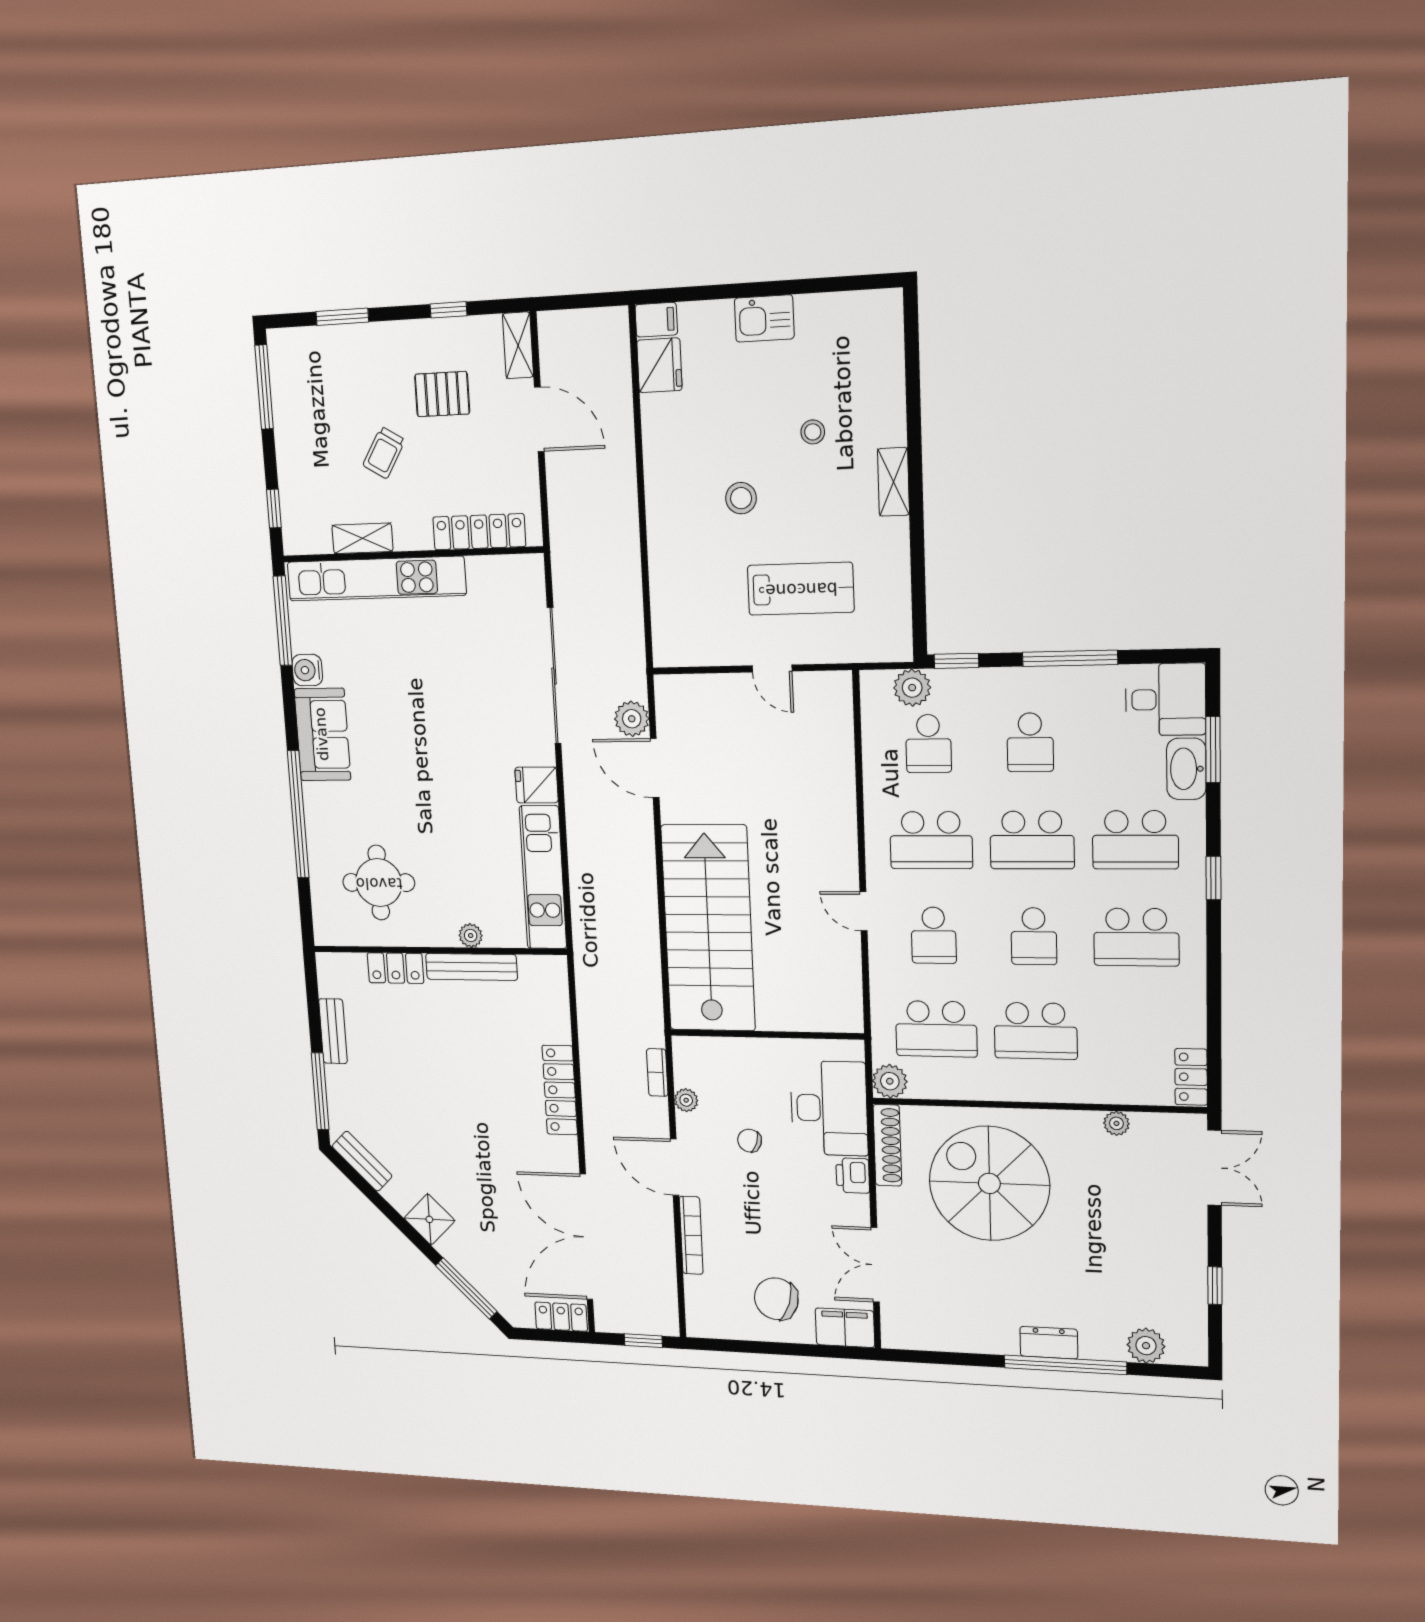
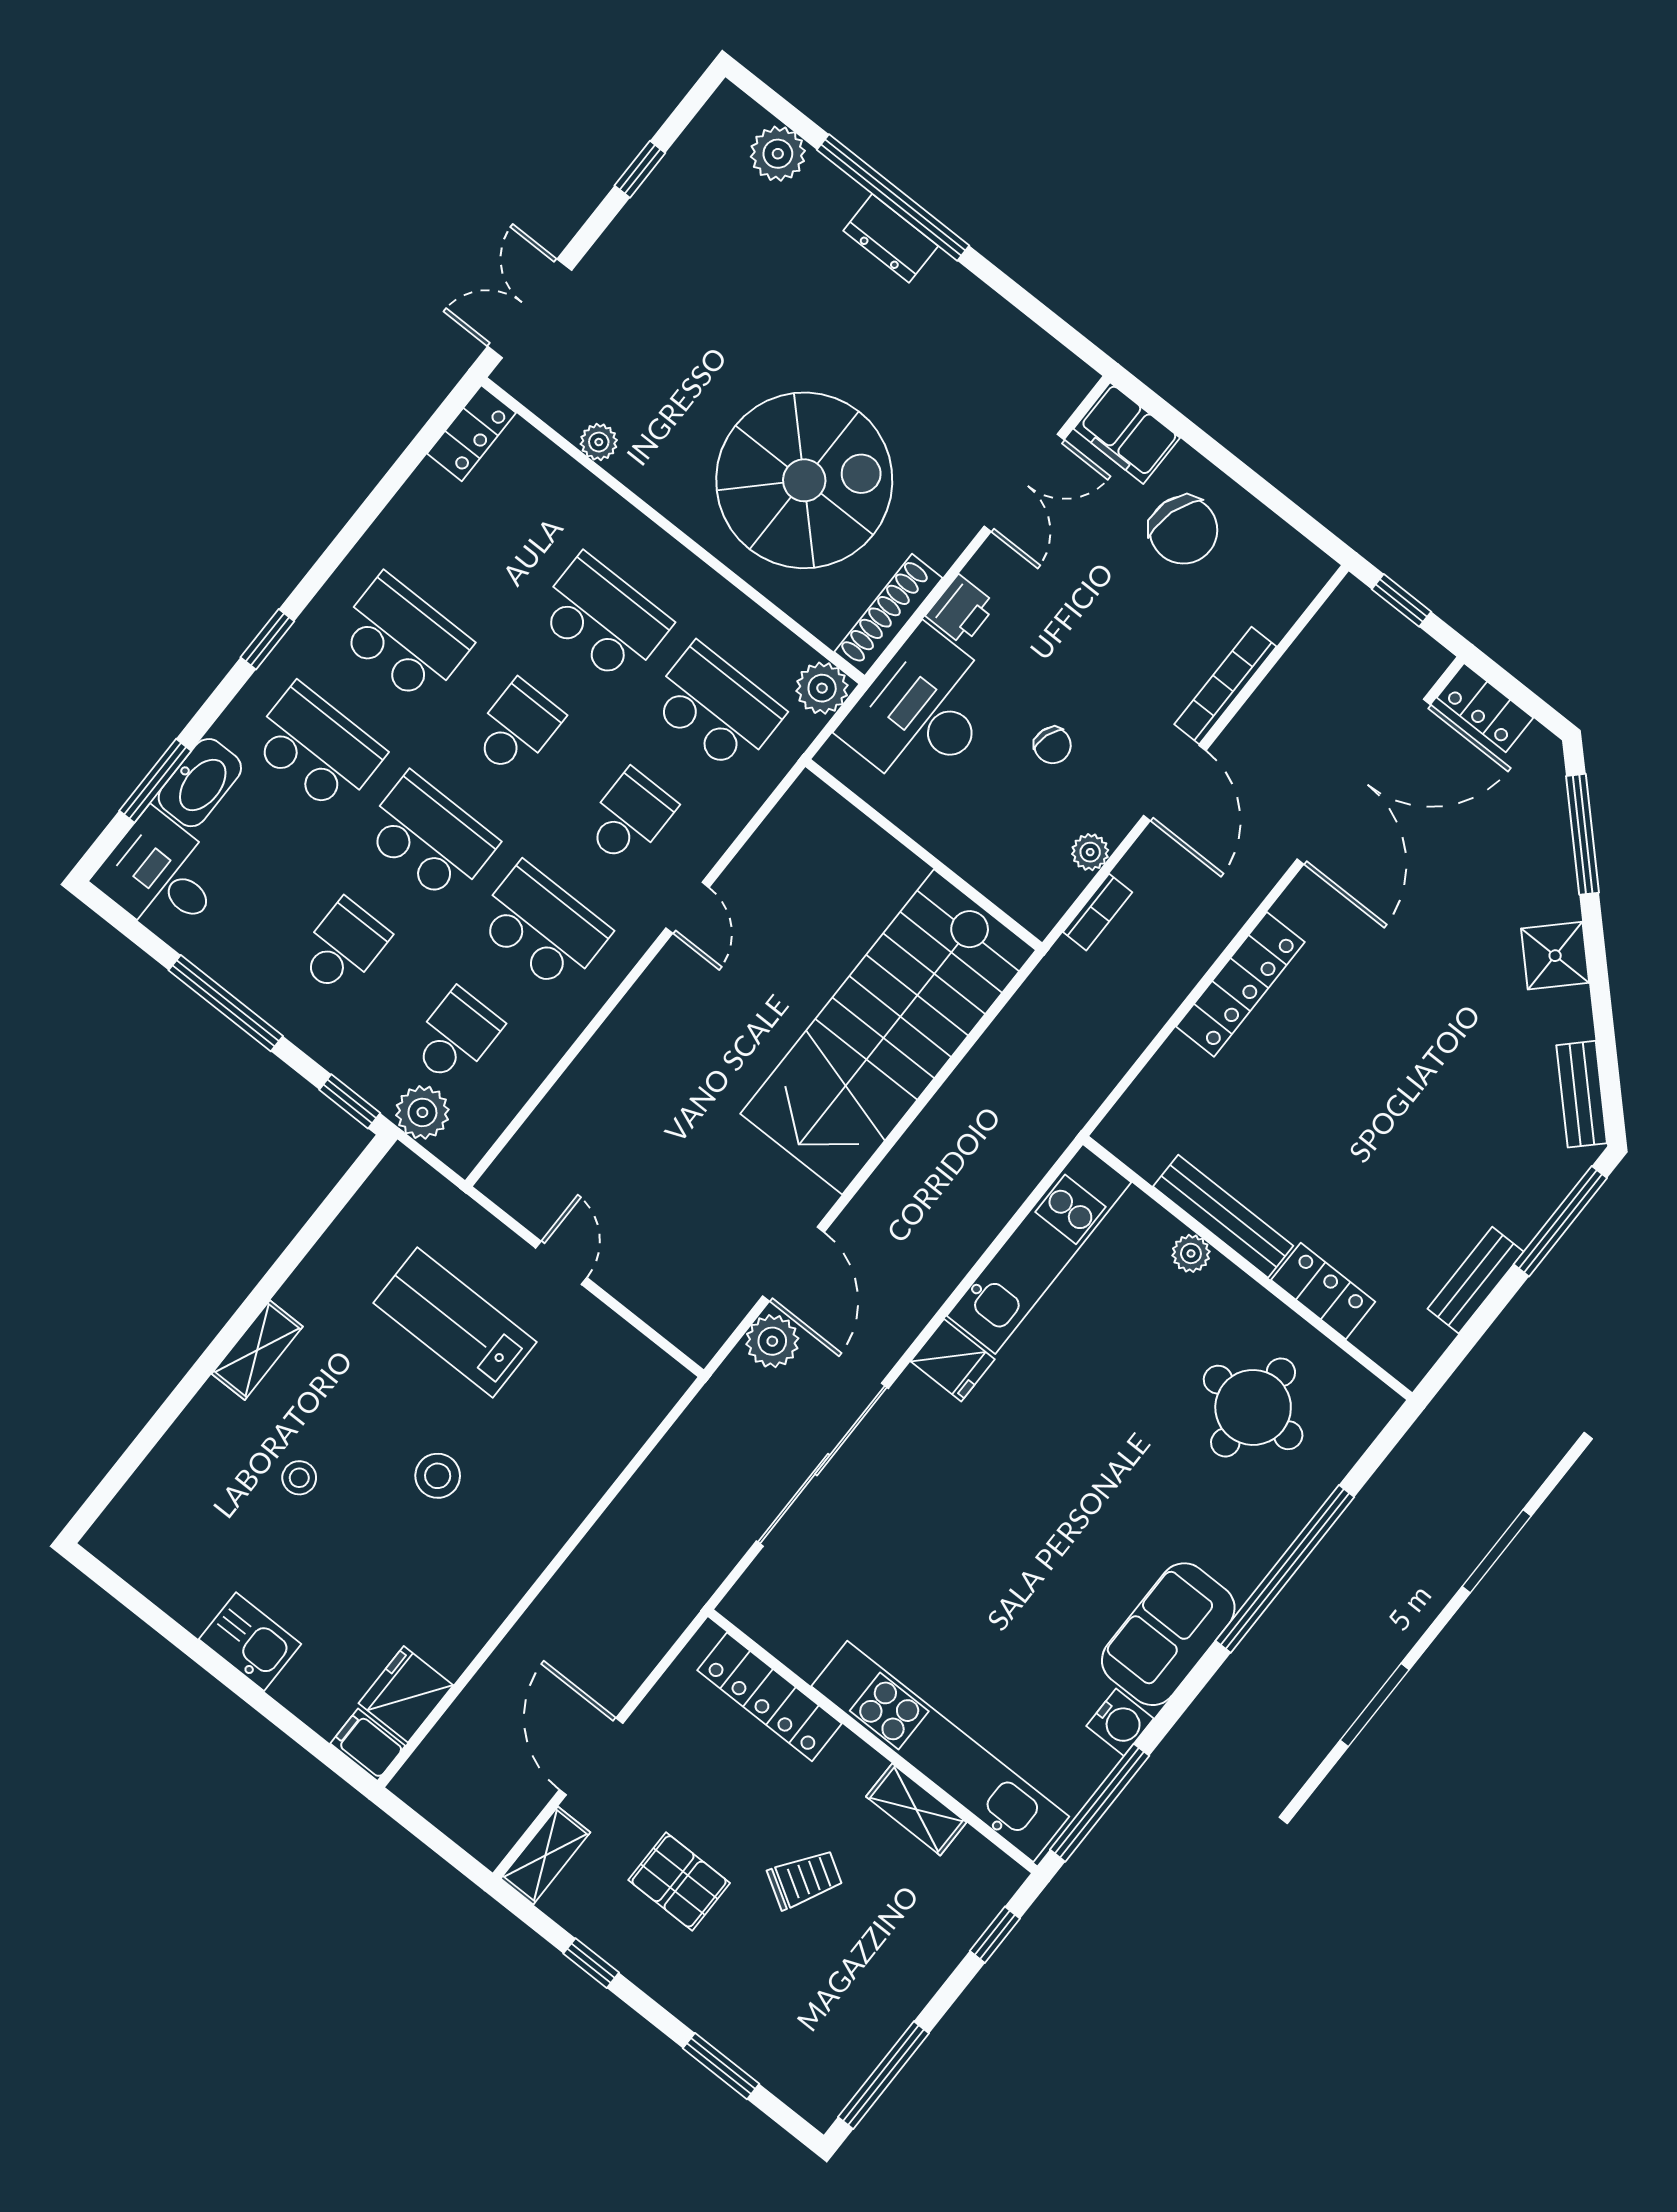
spiral stairs: (989, 1183) -> (804, 480), turned -90

